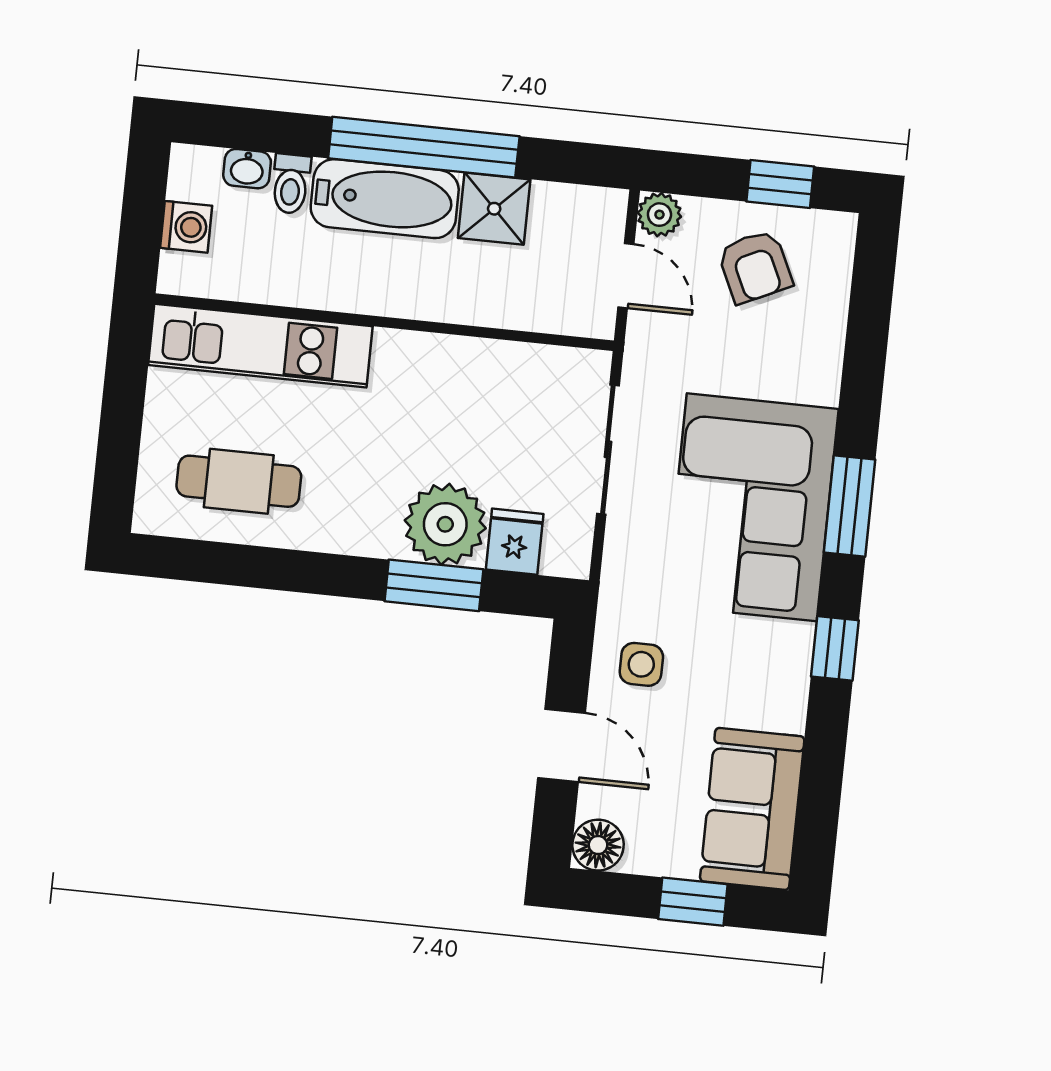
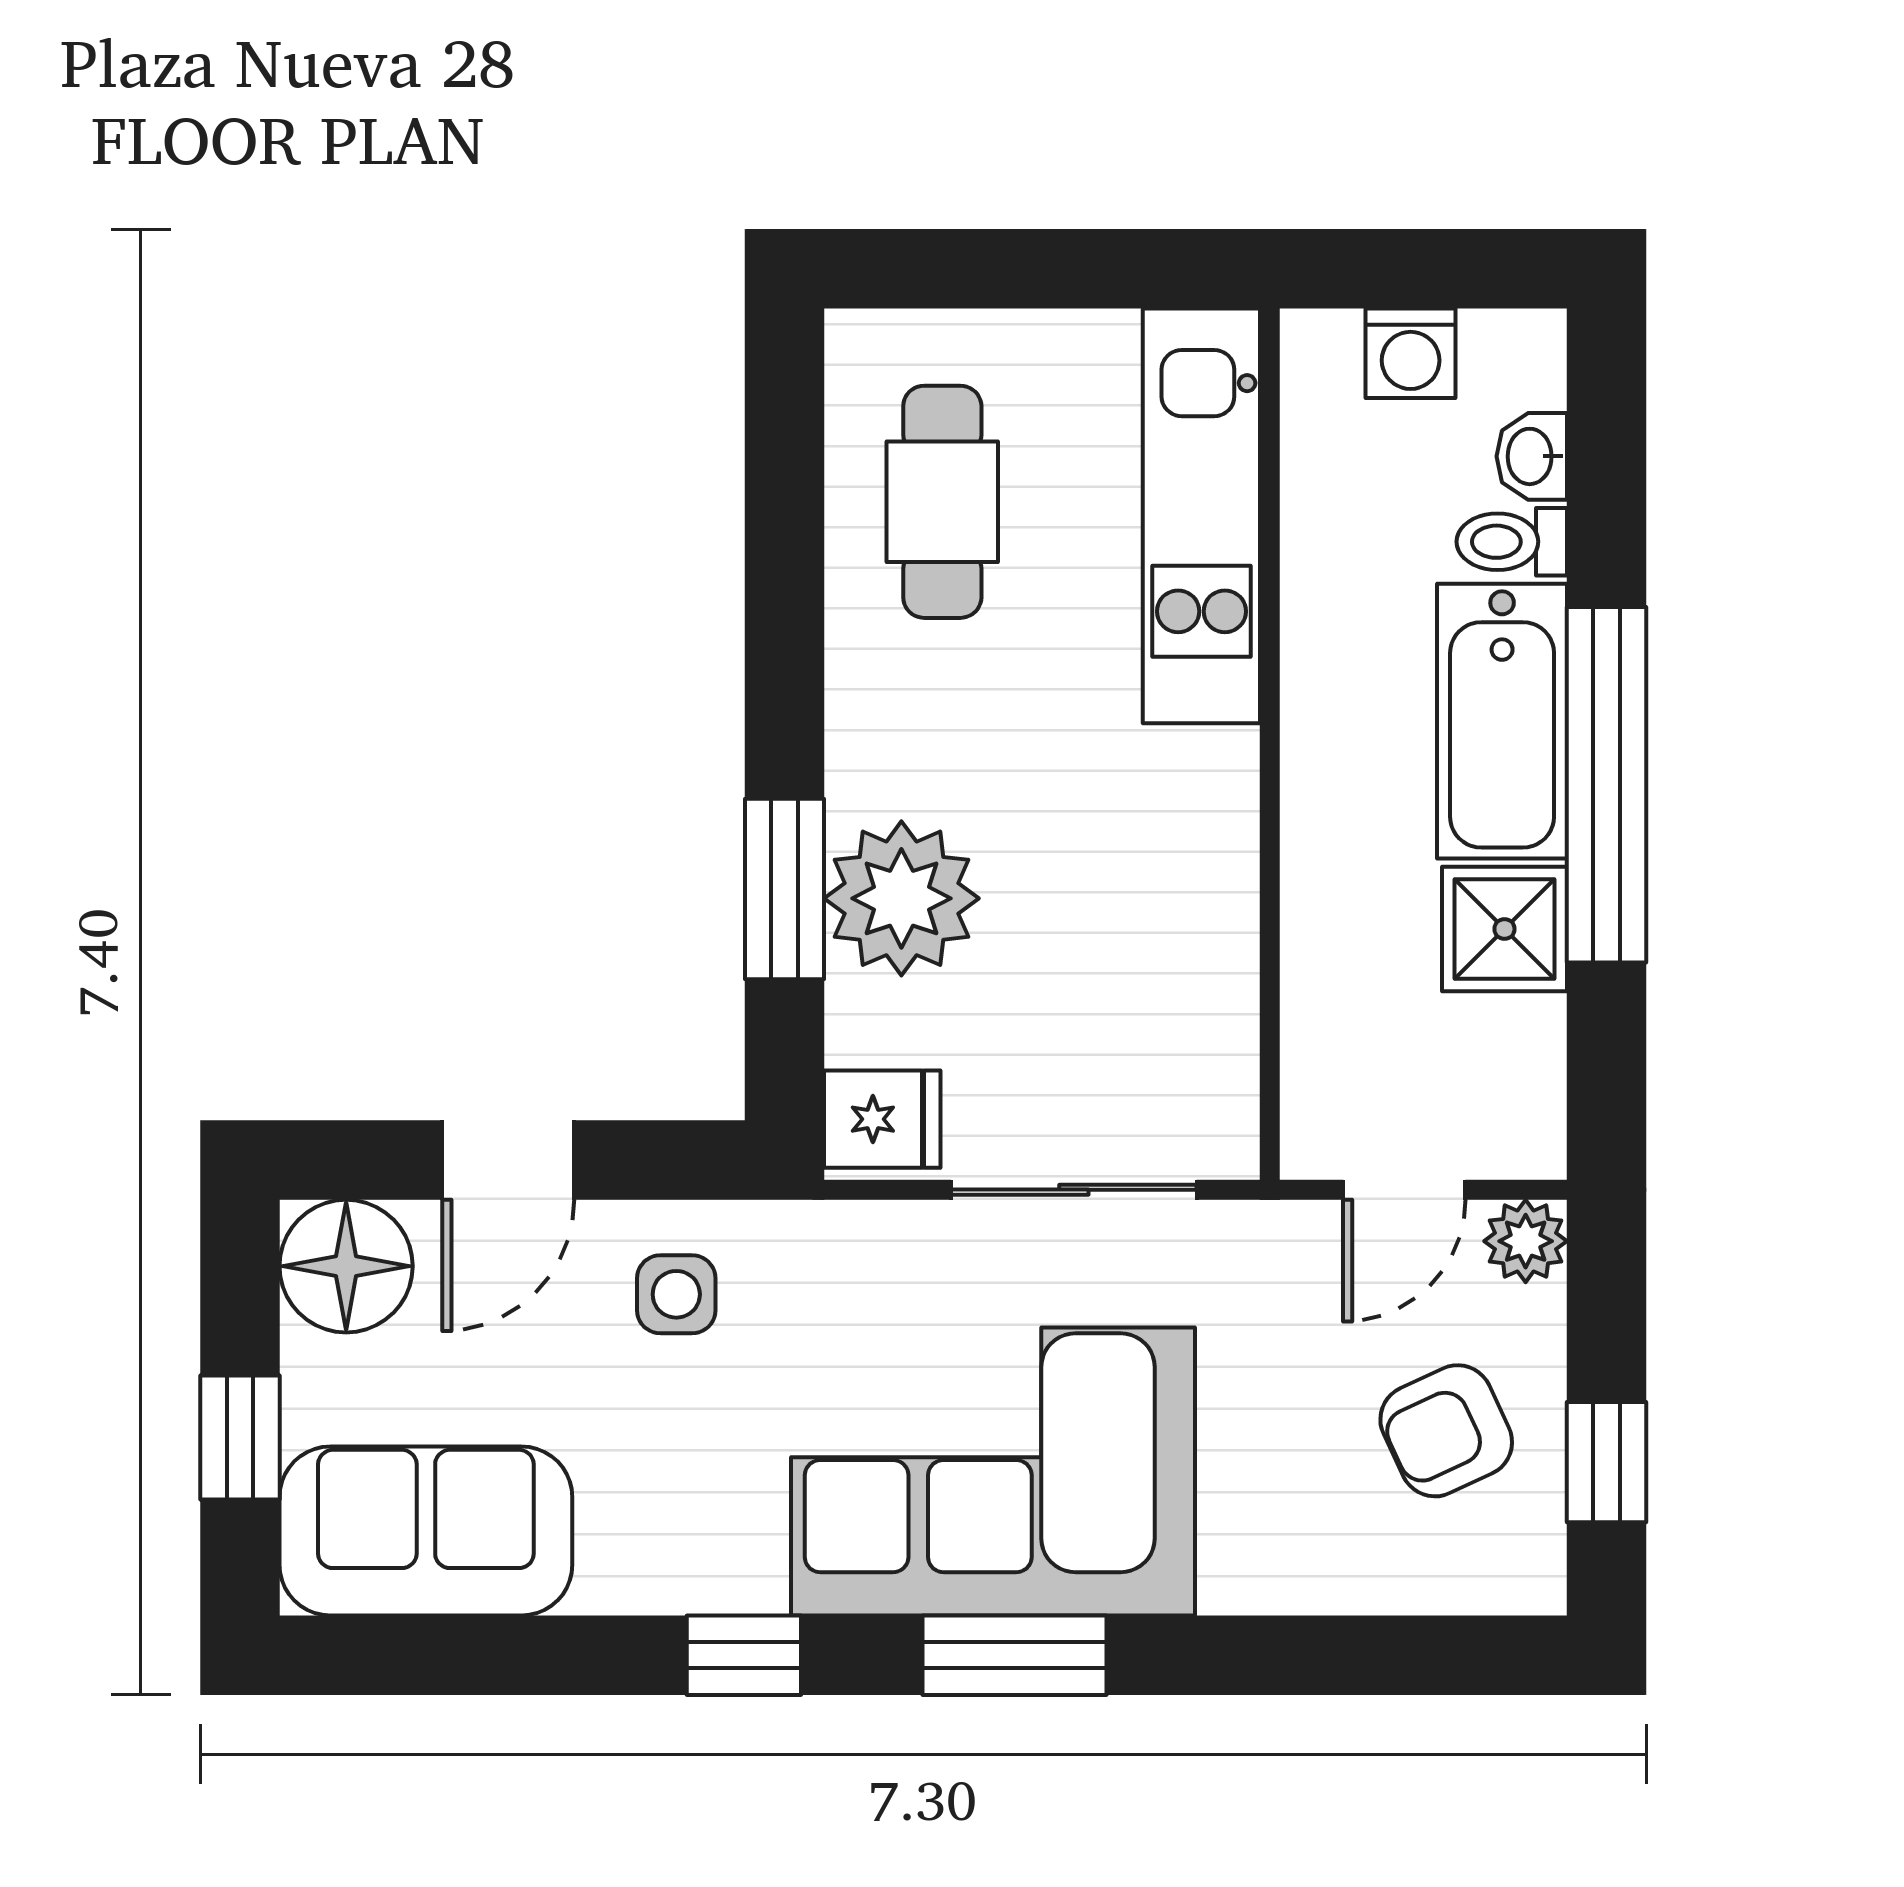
fridge: (515, 542) -> (882, 1119), moved
floor lamp: (598, 845) -> (346, 1266), width x1.38, depth x1.38

